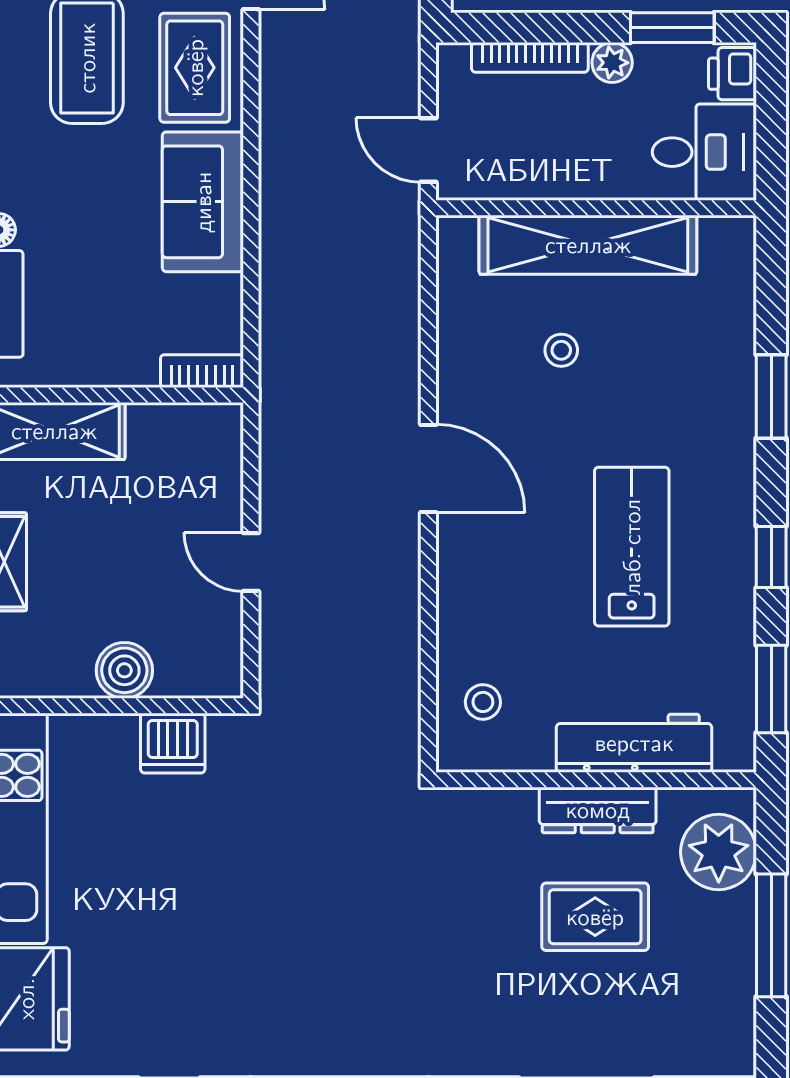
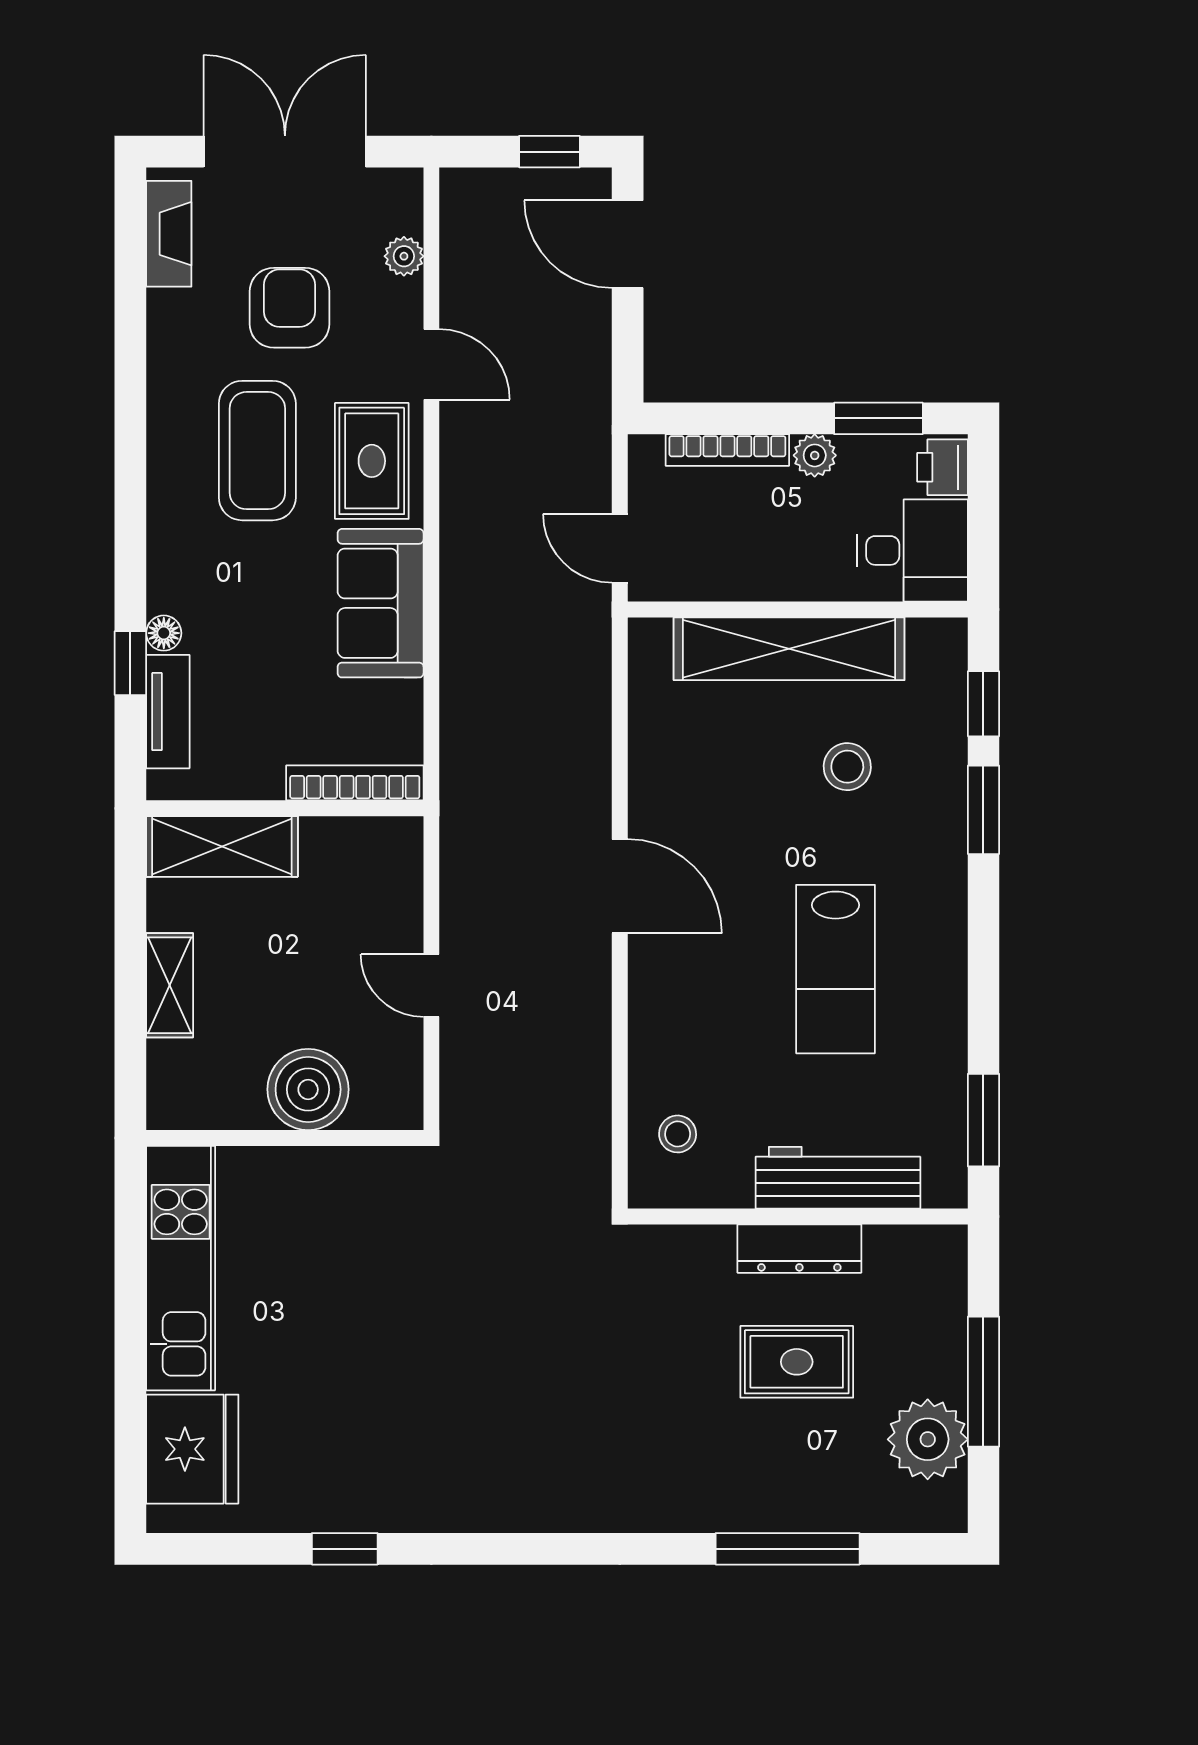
stool: (561, 350) -> (847, 767), moved, width x1.37, depth x1.37
bookcase: (202, 371) -> (355, 783), width x1.56
lab bench: (632, 547) -> (835, 969), turned 180
window: (771, 557) -> (983, 704), moved
boiler: (124, 670) -> (308, 1089), width x1.37, depth x1.37
dishwasher: (173, 743) -> (348, 1178), removed
plant: (719, 852) -> (928, 1439), moved

